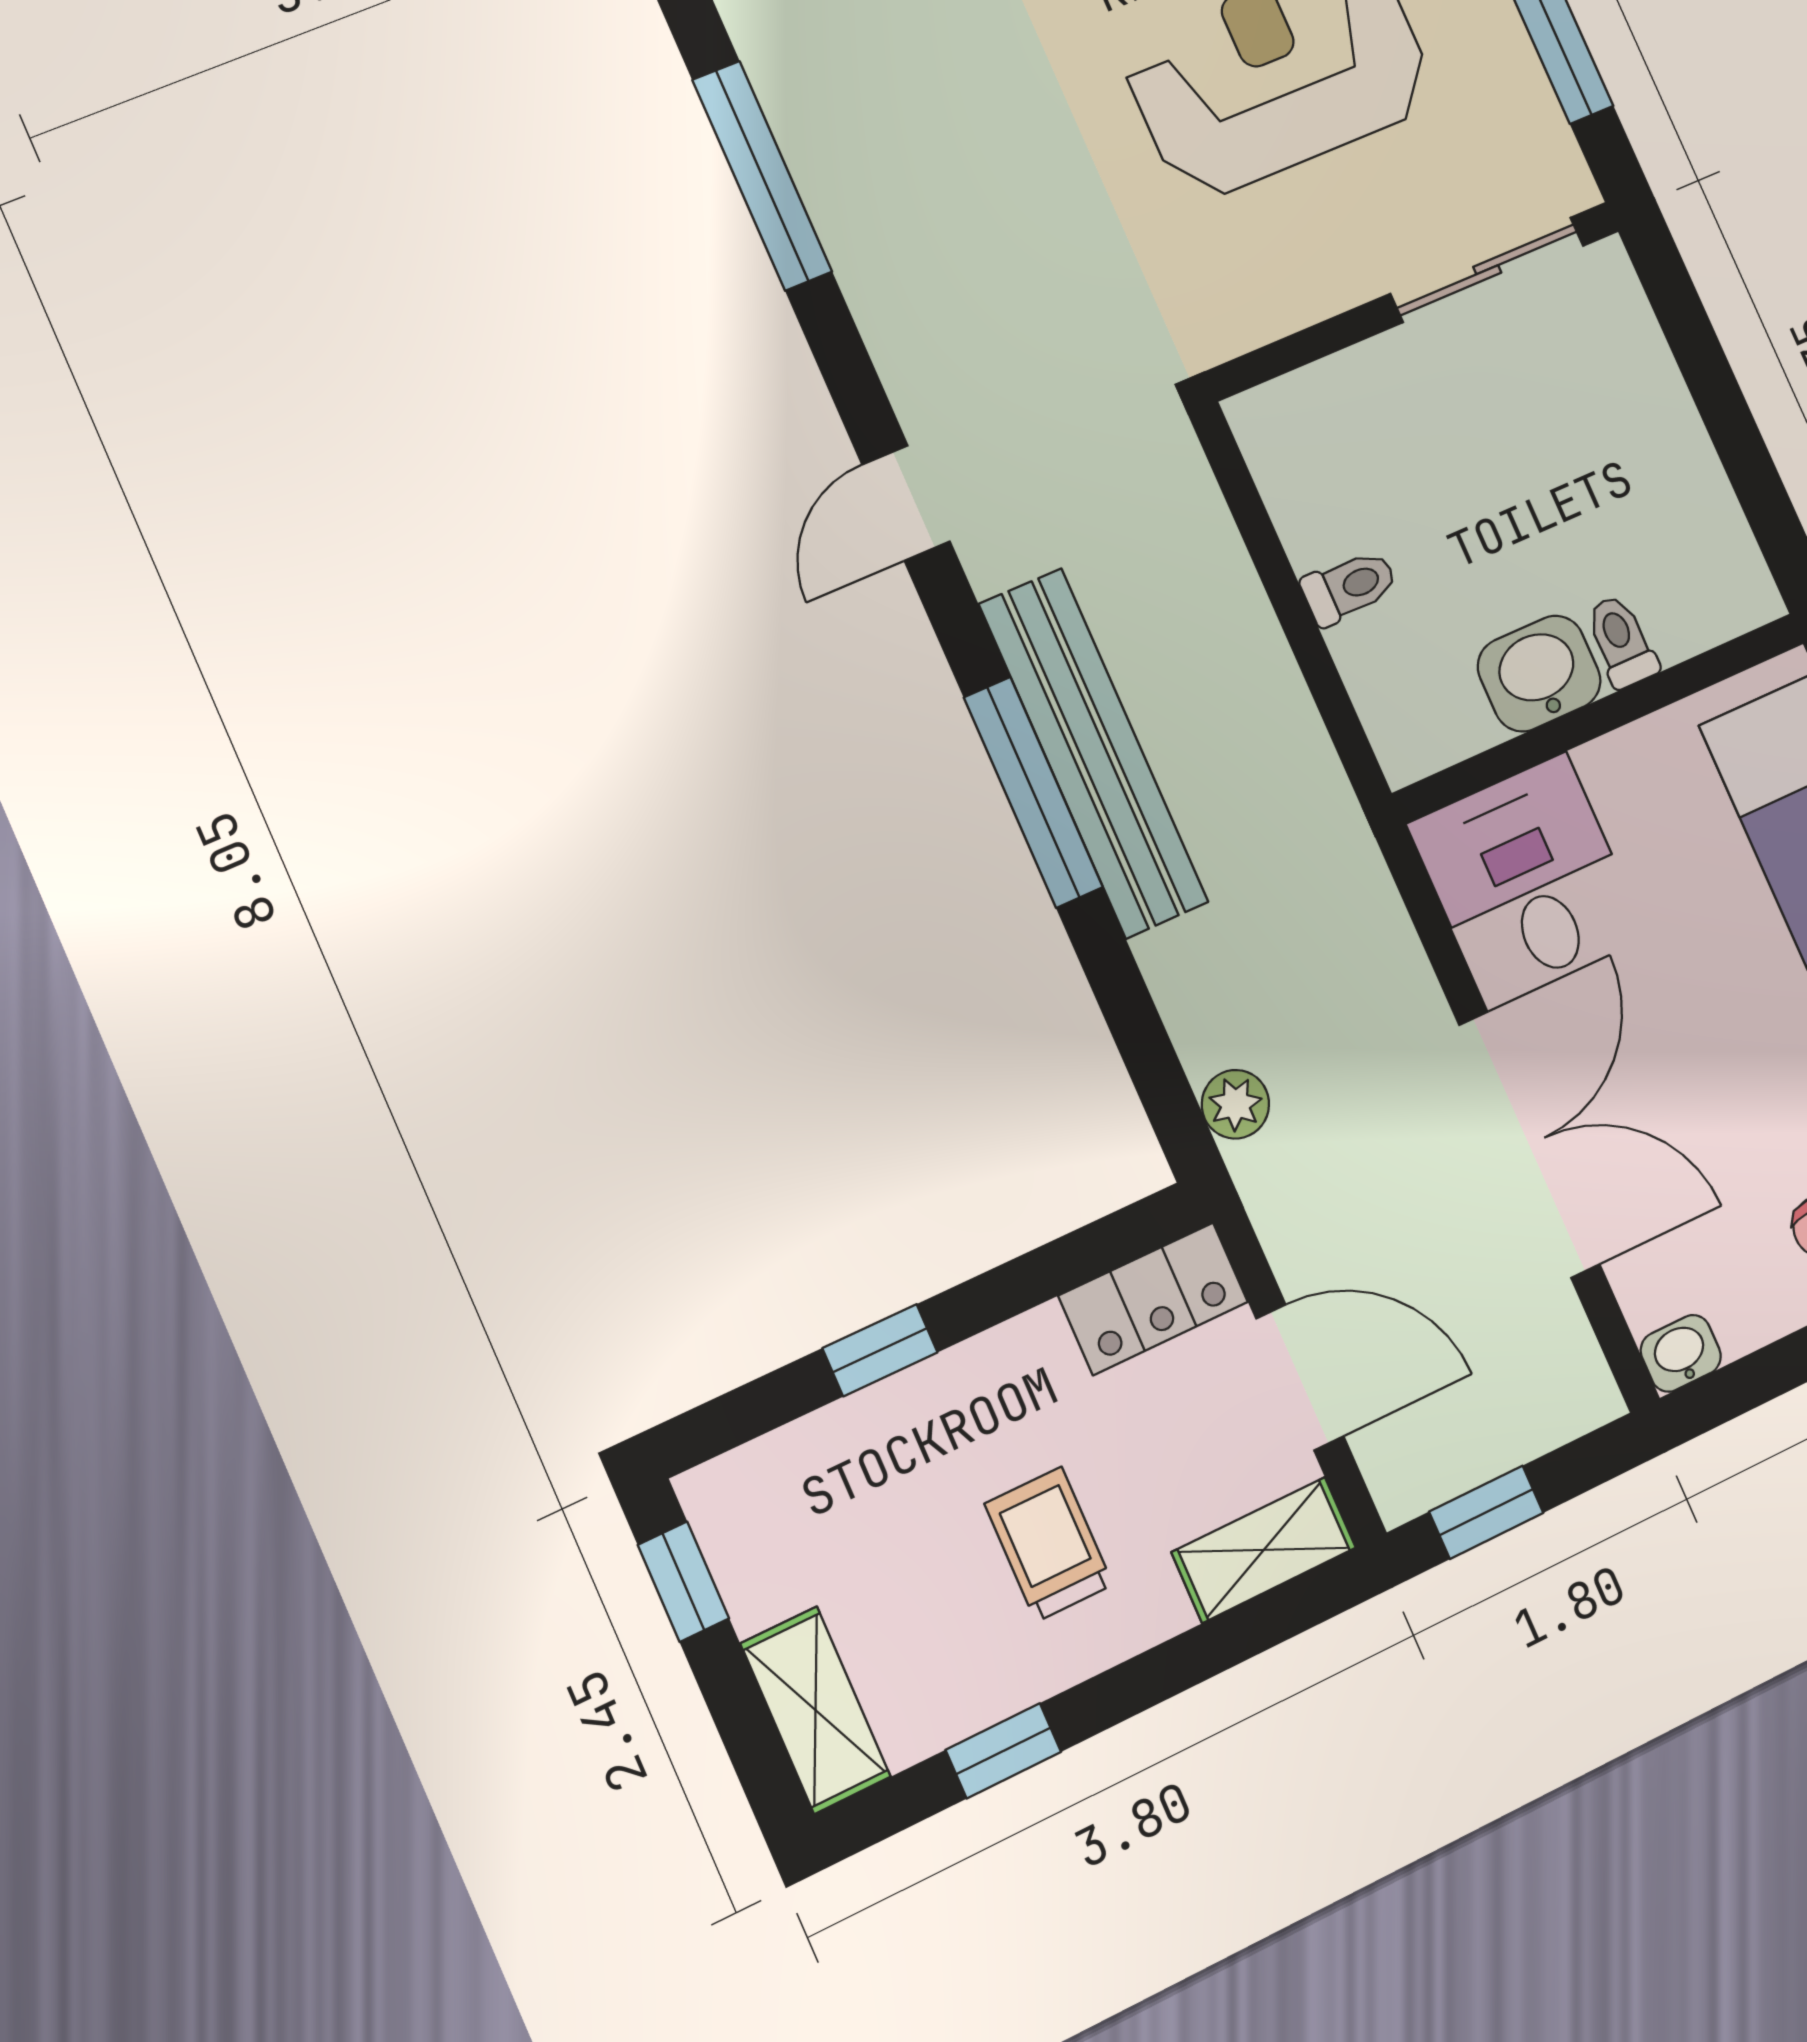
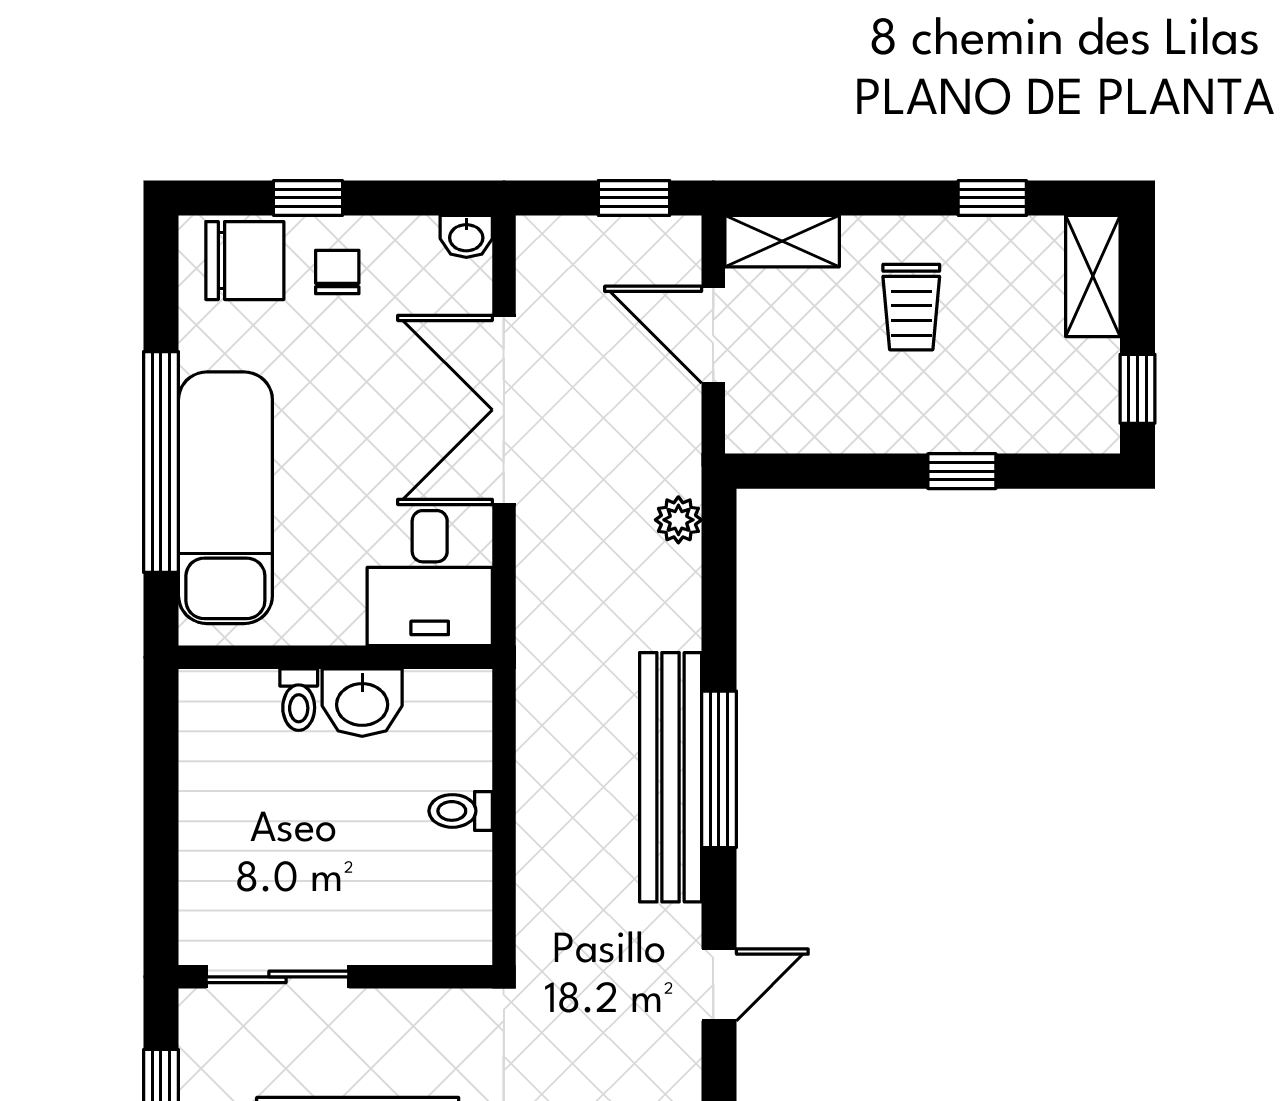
locker: (1153, 1299) -> (782, 425), removed

